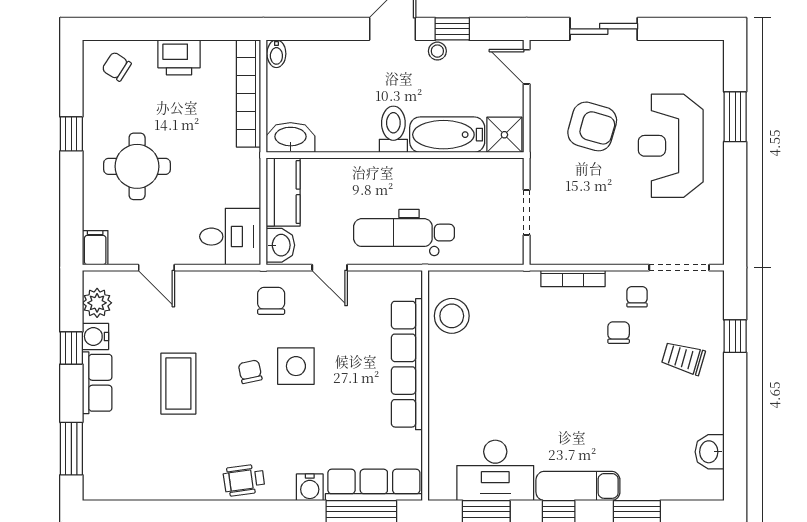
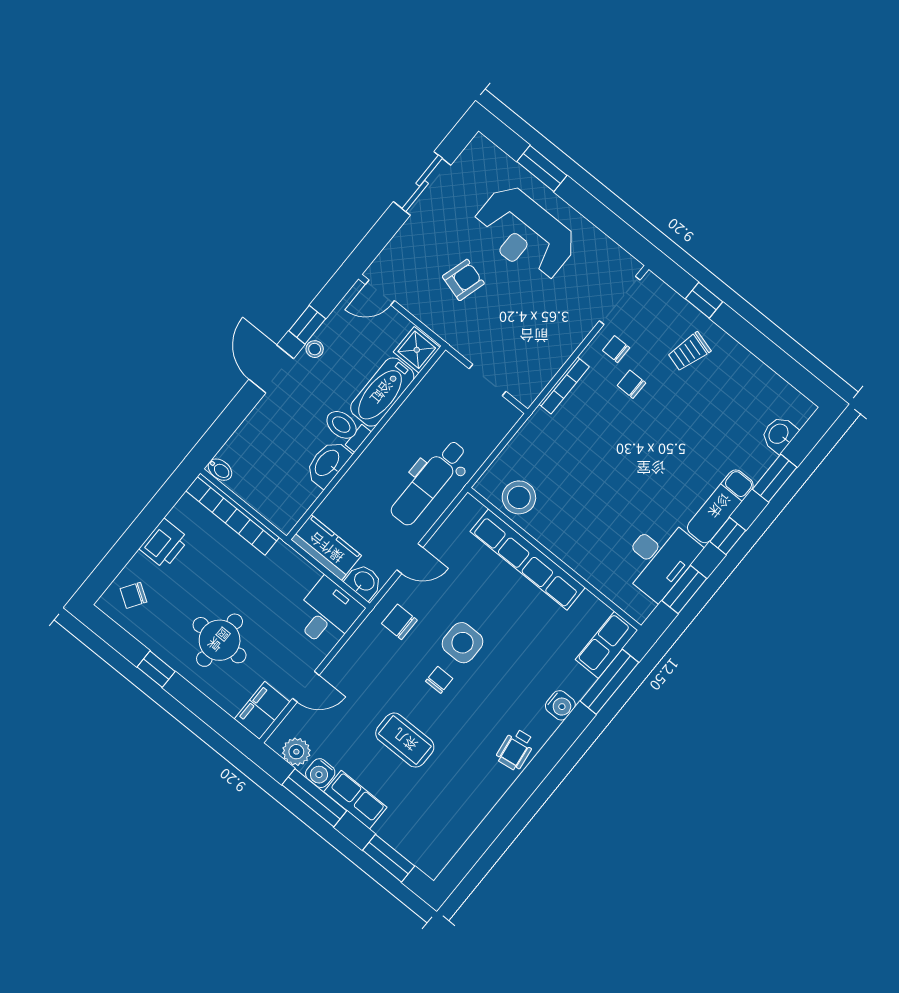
sliding door: (604, 29) -> (422, 183), moved
armchair: (592, 126) -> (463, 280), width x0.72, depth x0.72
washbasin: (290, 137) -> (328, 463), moved
filing cabinet: (95, 248) -> (262, 710), width x2.00
window: (71, 348) -> (314, 798), width x2.17
chair: (250, 372) -> (439, 680), turned 102
washbasin: (710, 452) -> (779, 434), moved, turned 90
row of seats: (374, 485) -> (607, 645), width x0.68

